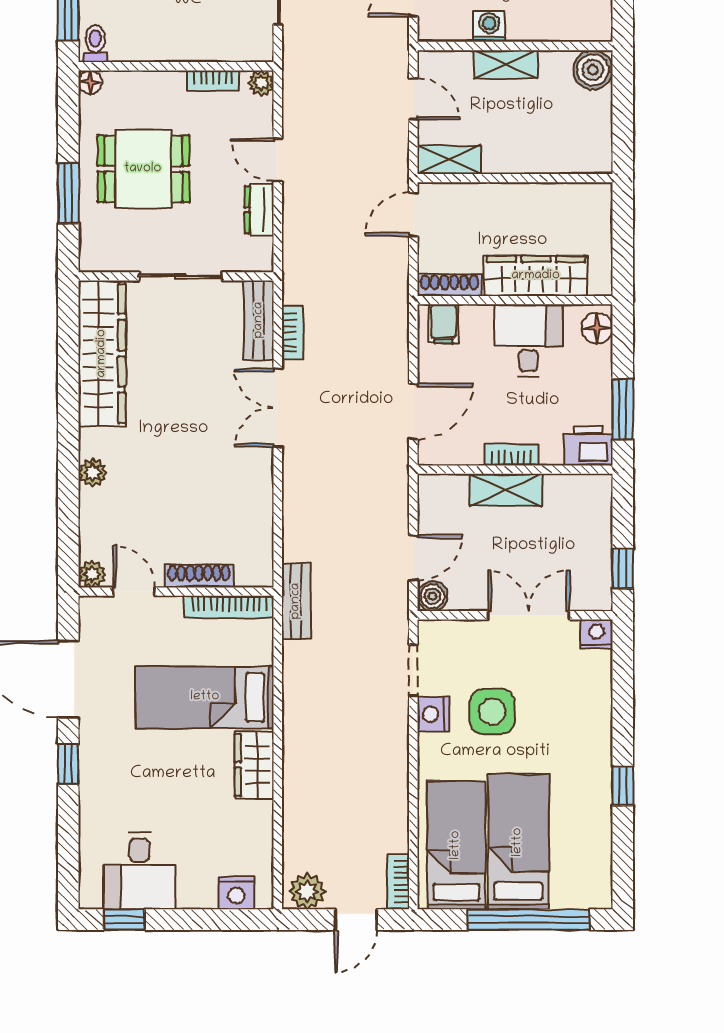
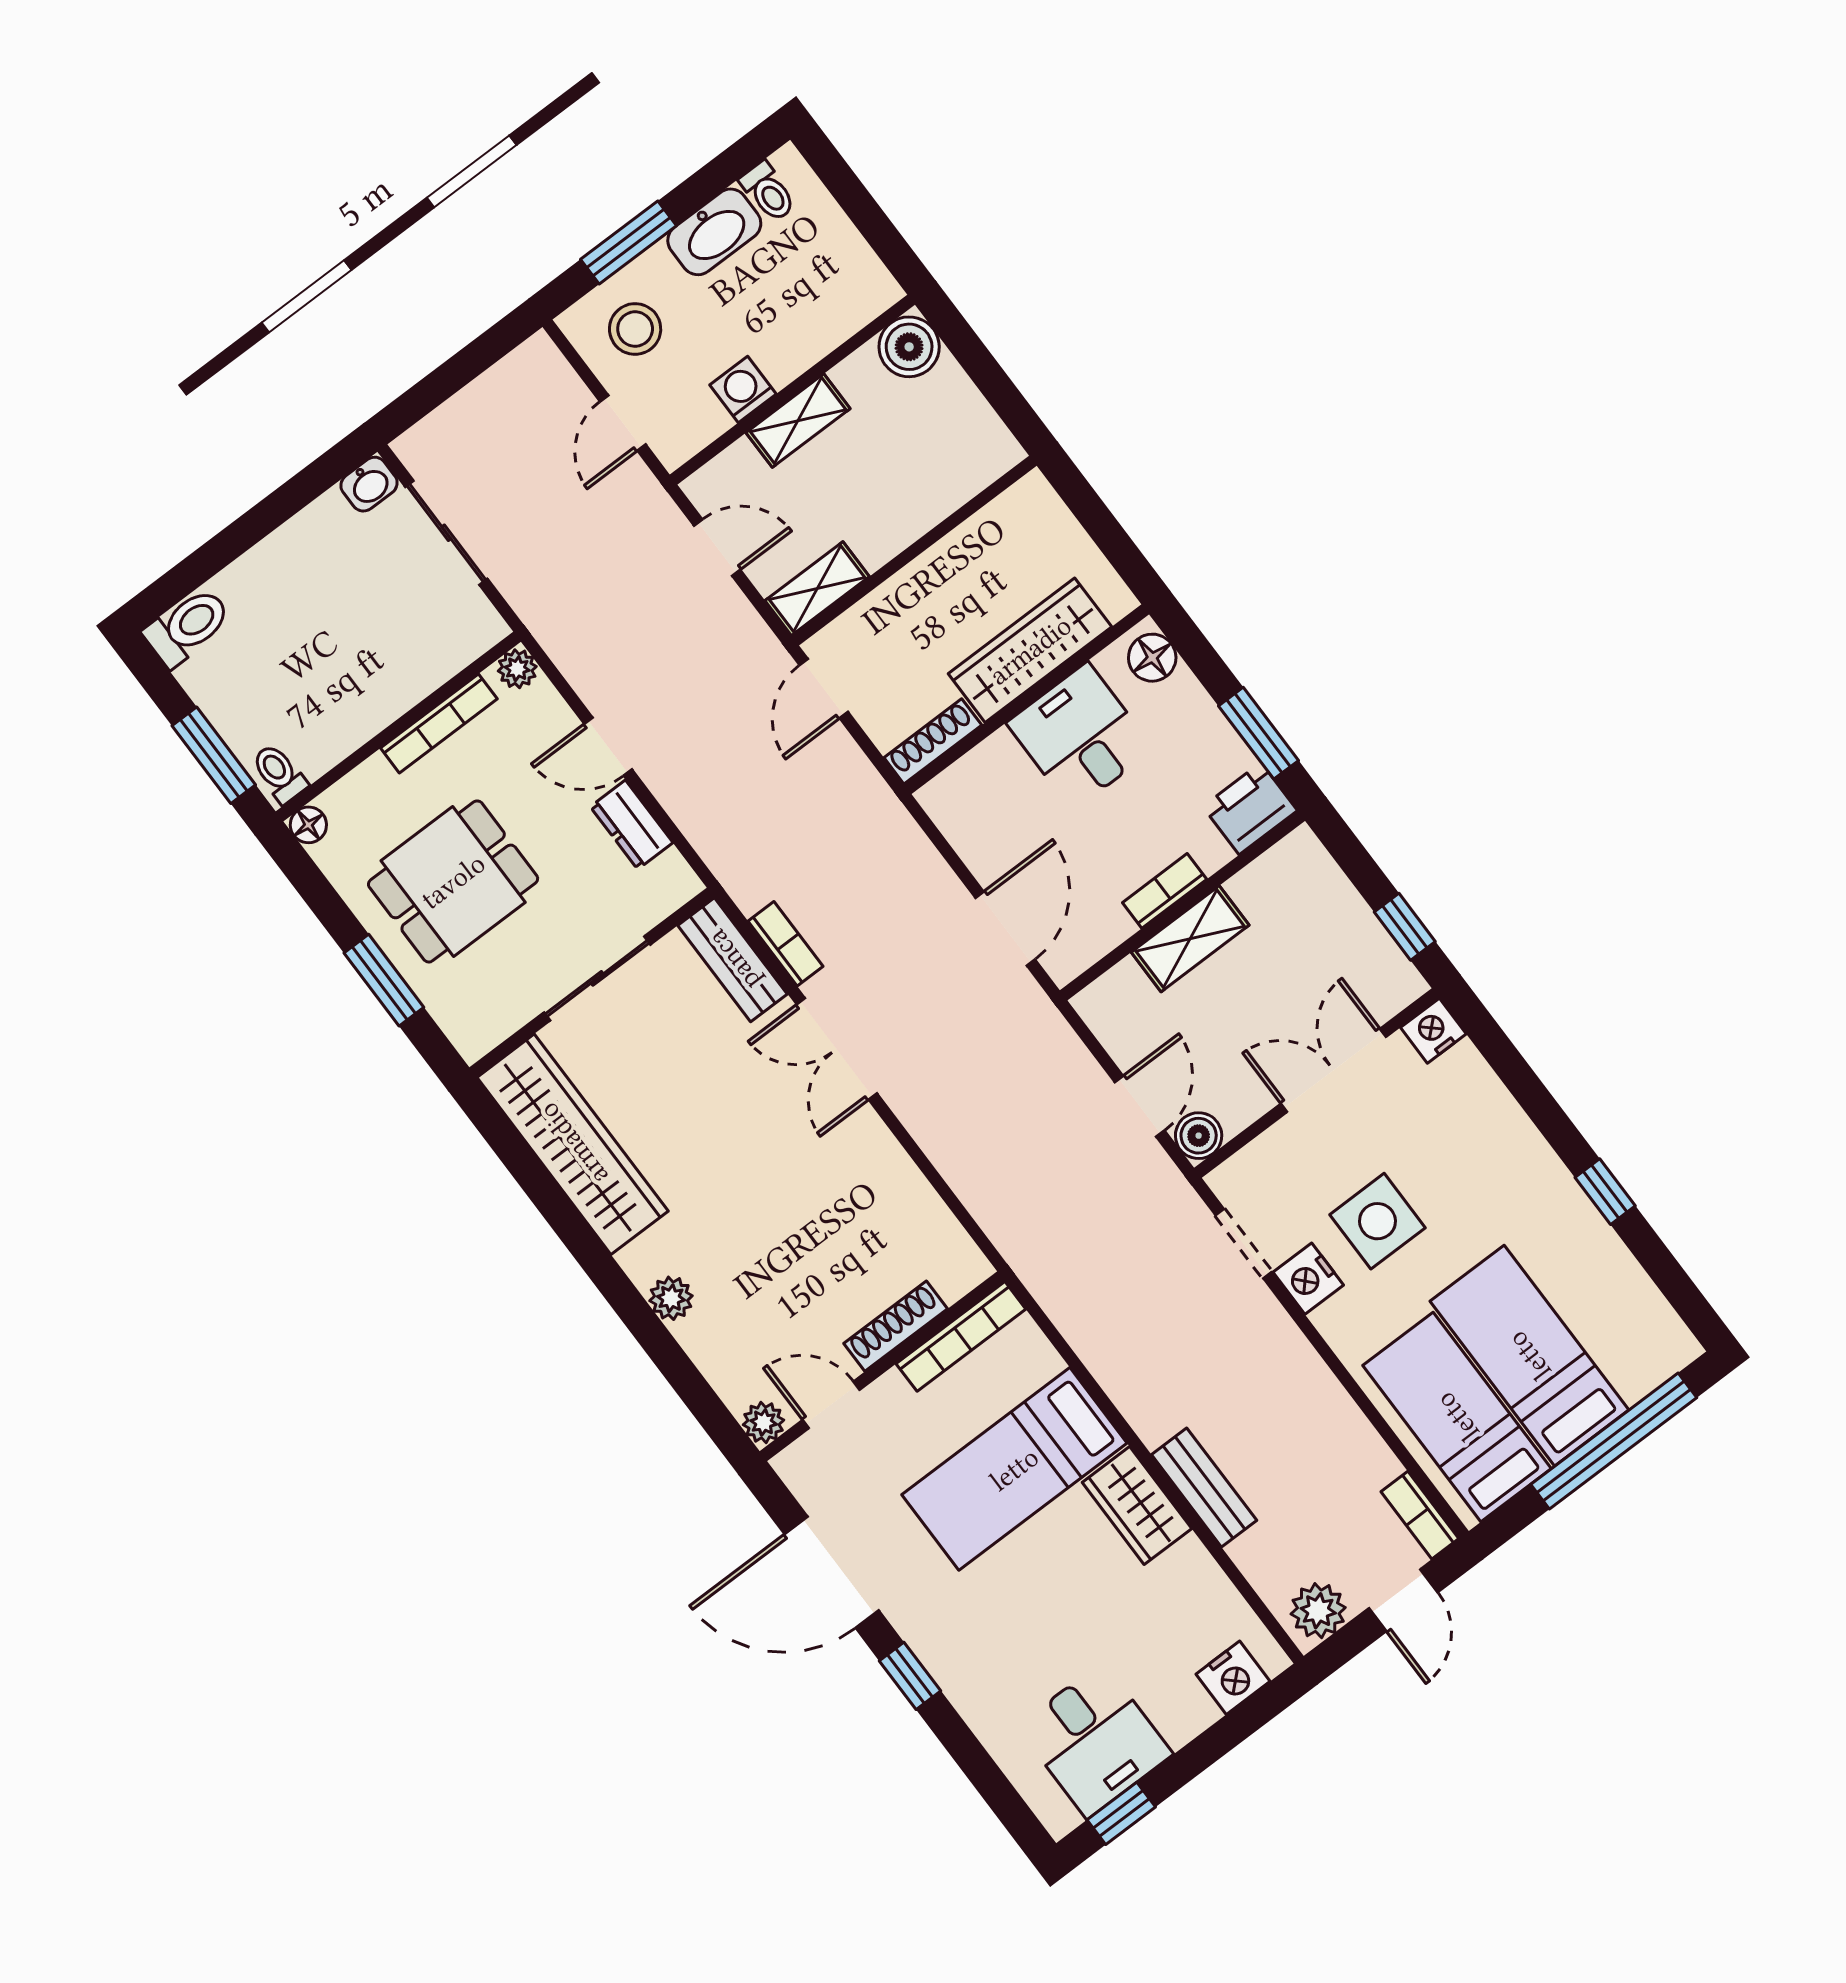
bookcase: (213, 81) -> (439, 723), width x1.56
filing cabinet: (443, 324) -> (961, 794), removed
bench: (296, 601) -> (1204, 1487), moved

